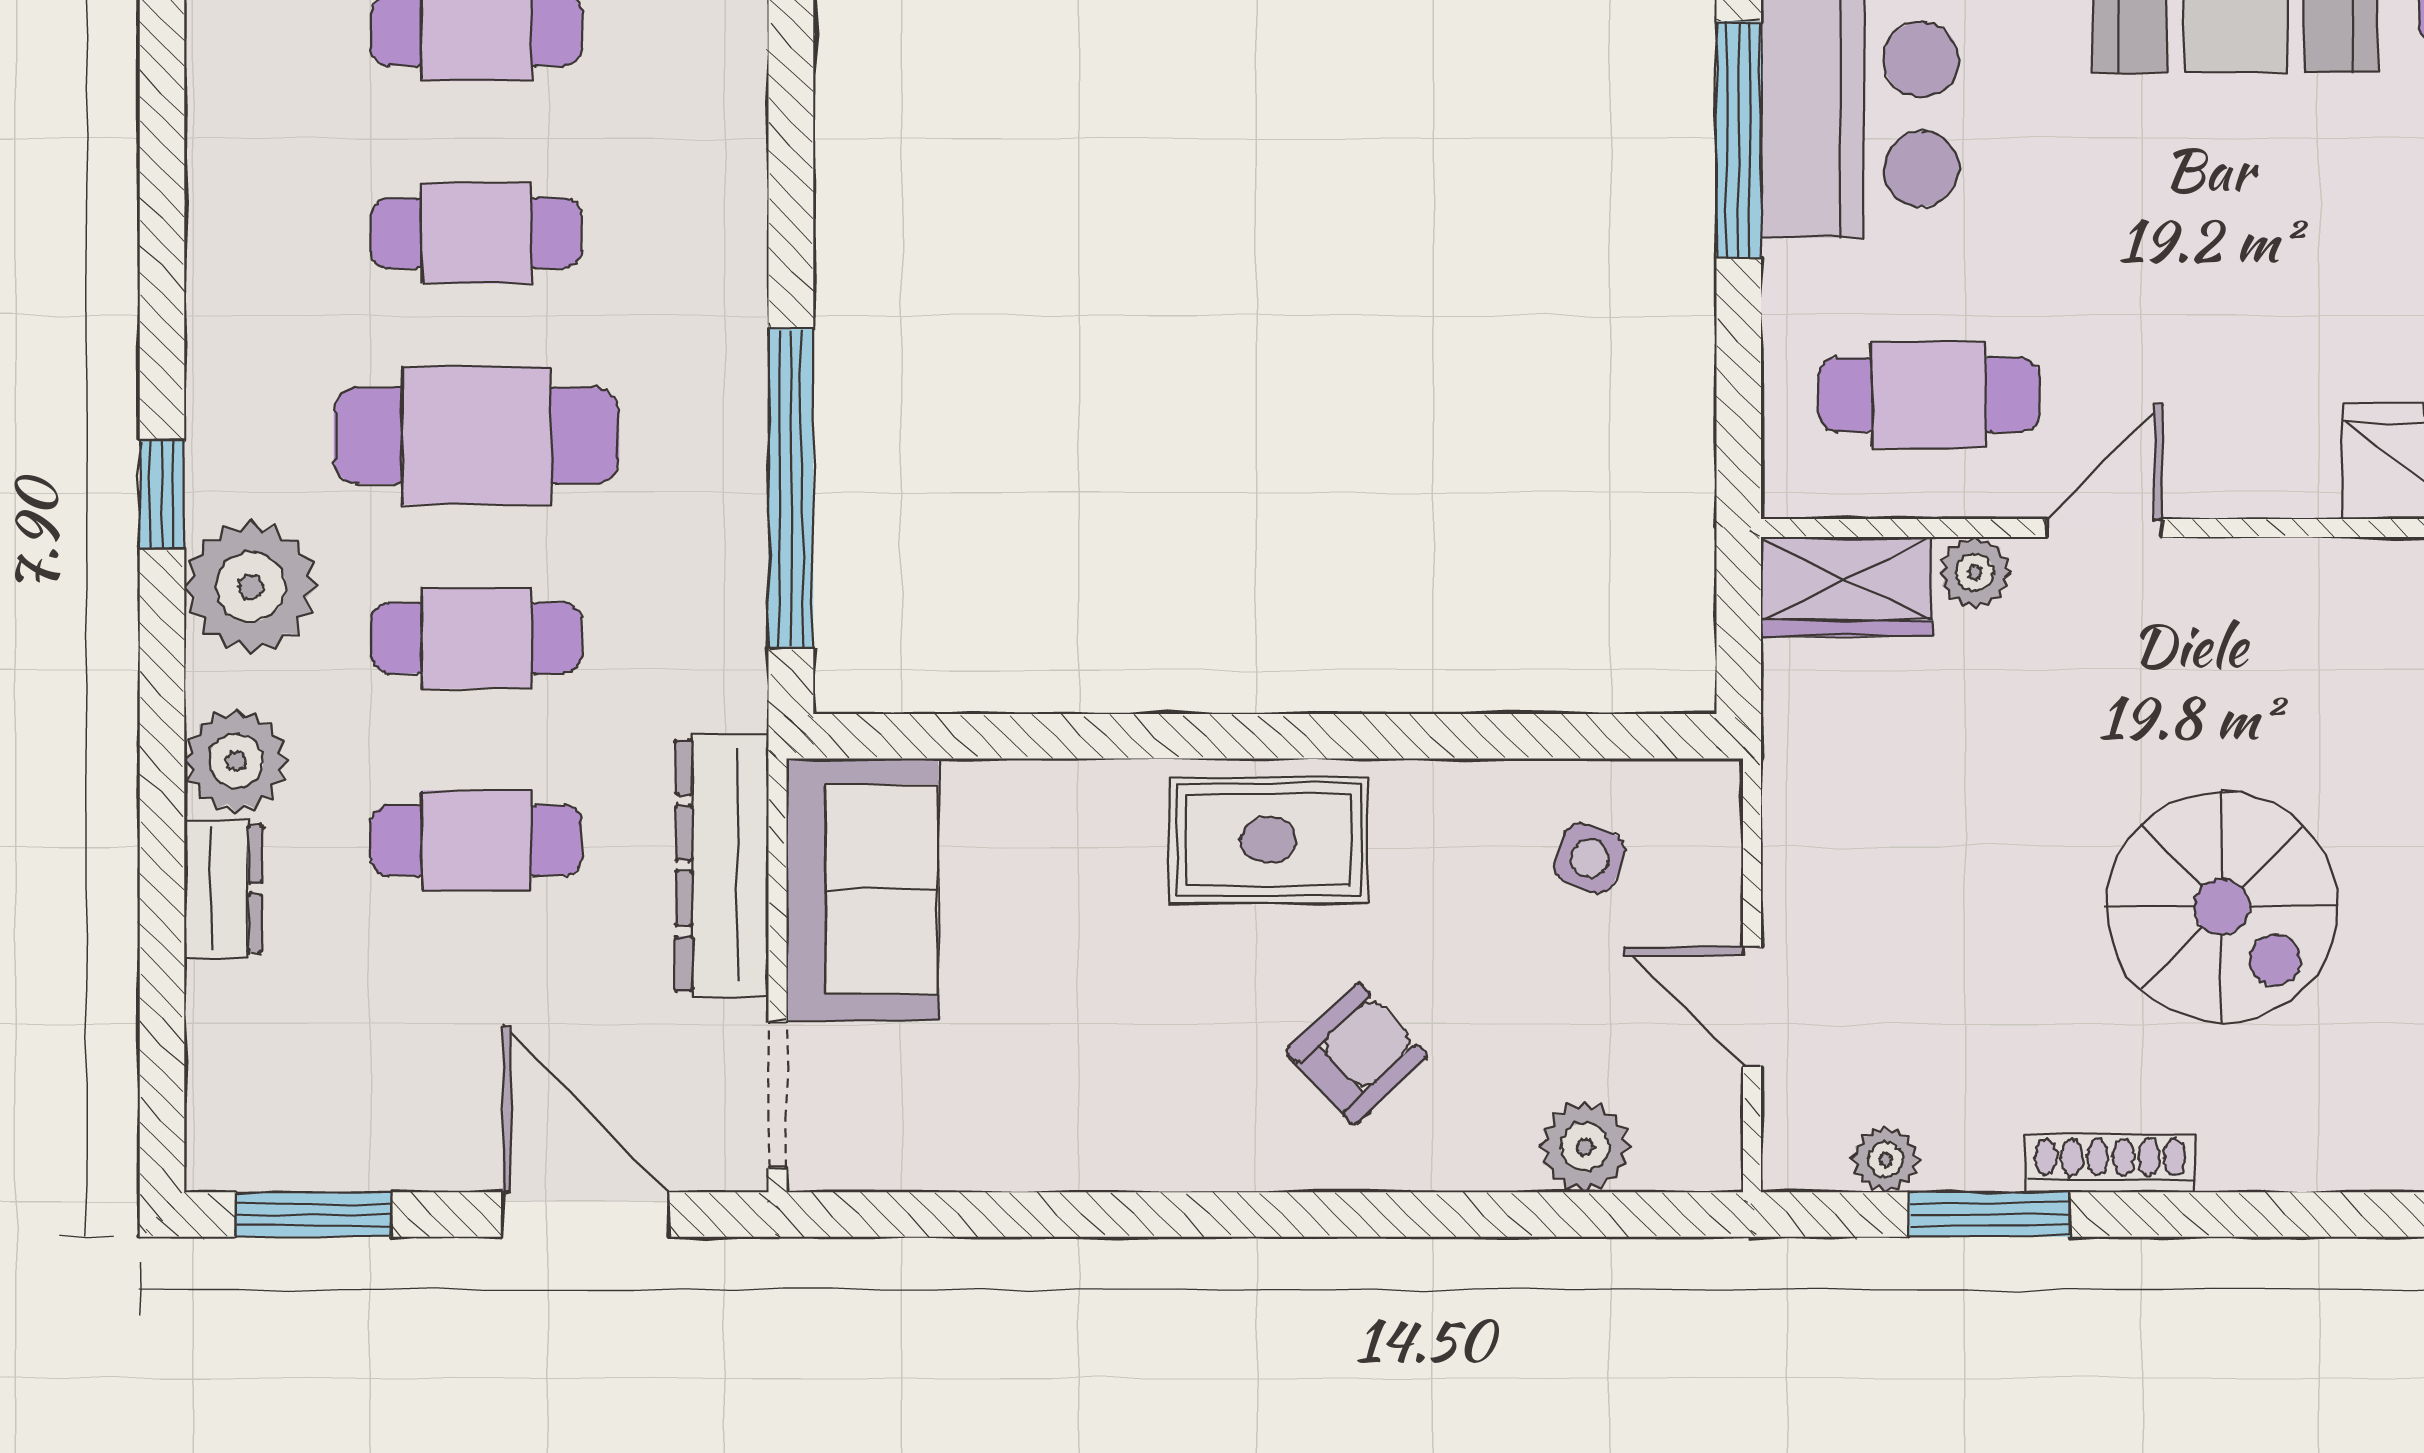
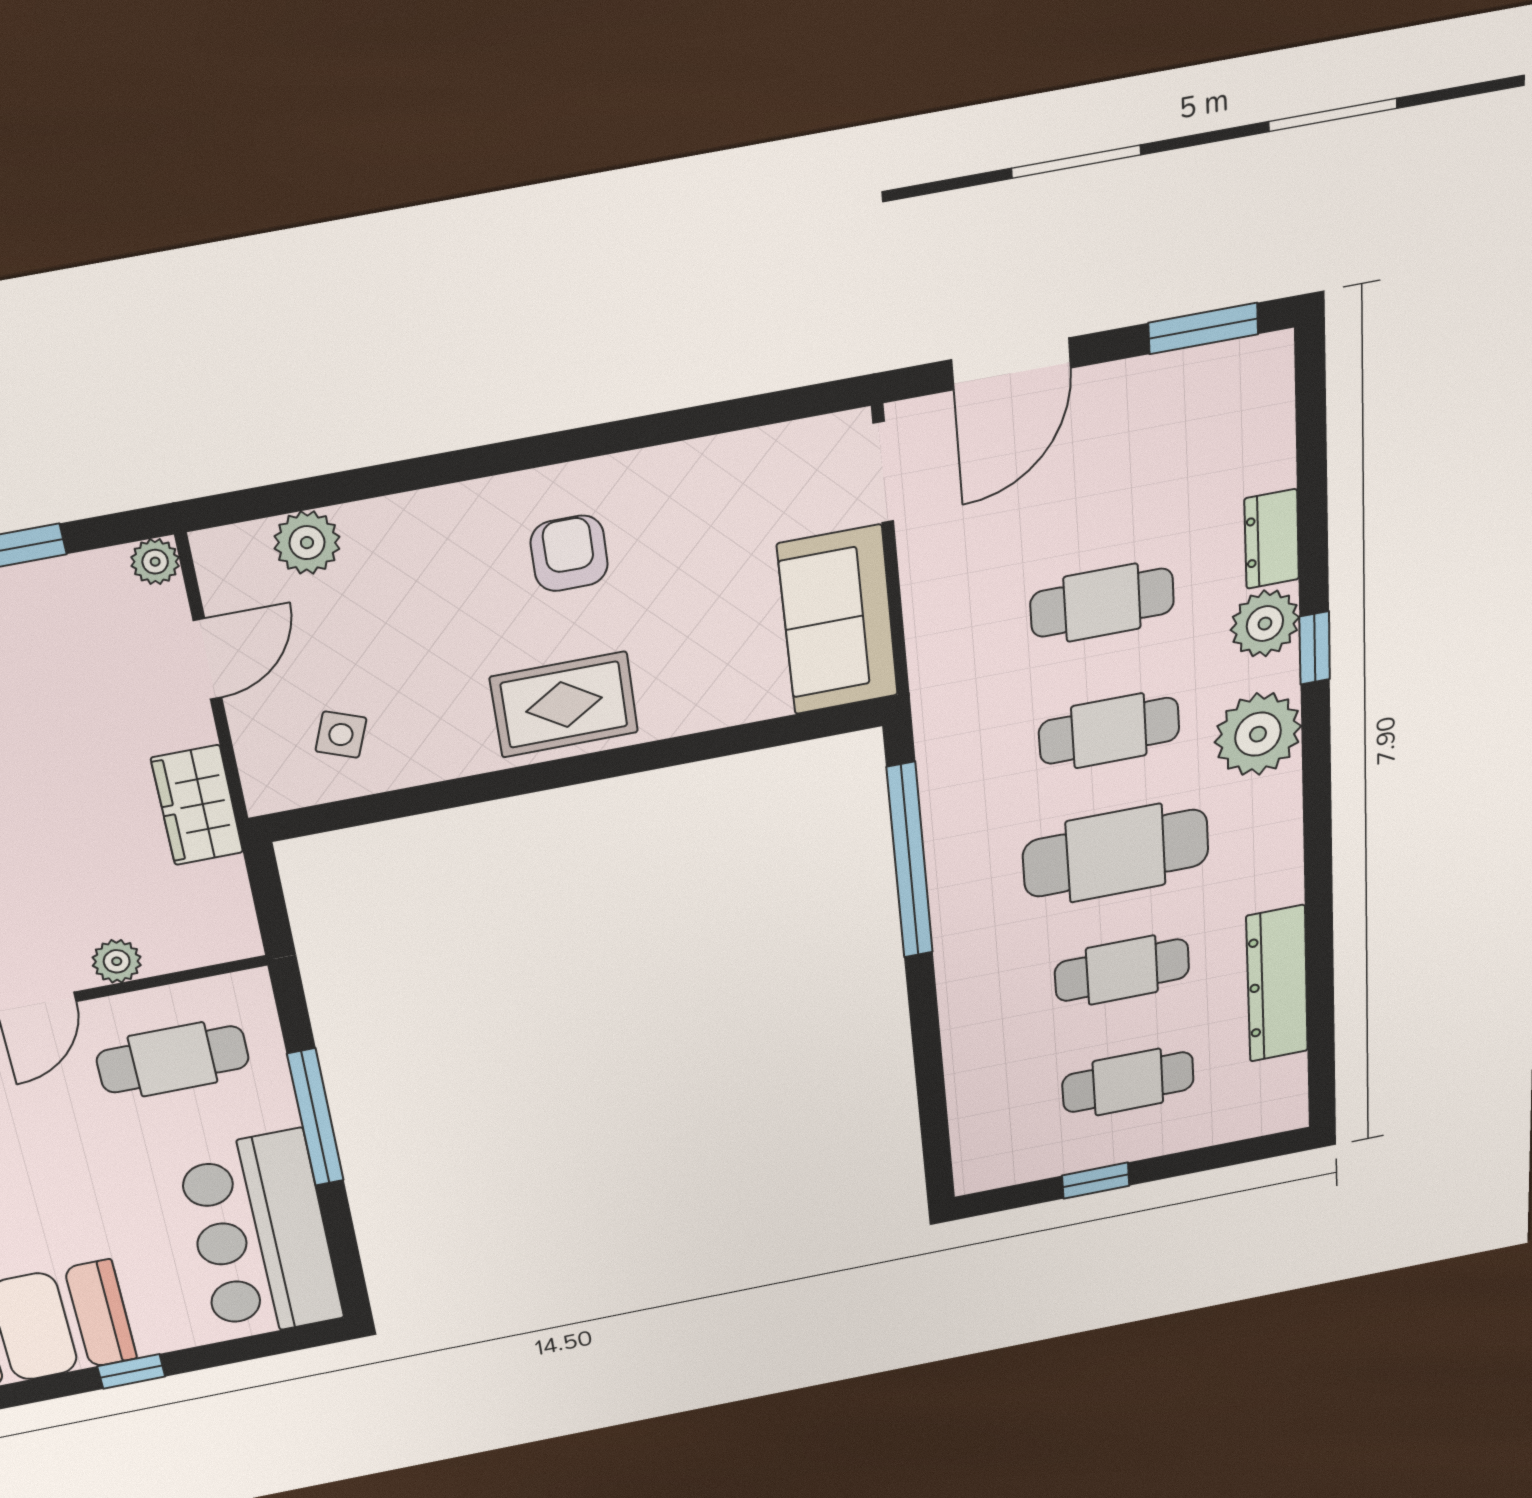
window: (1739, 140) -> (316, 1118), moved
window: (162, 494) -> (1315, 648), moved
wardrobe: (1846, 587) -> (197, 805), moved, turned -90
dresser: (722, 866) -> (1277, 984), moved, turned 180
door: (1752, 1007) -> (208, 659), hinge flipped
armchair: (1357, 1054) -> (569, 553), moved, turned 133
plant: (1885, 1159) -> (155, 562), moved
door: (586, 1214) -> (1011, 364), hinge flipped

